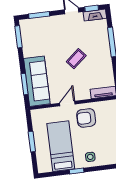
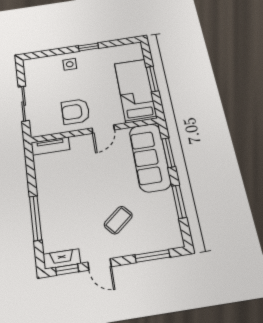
window: (19, 37) -> (179, 202), moved
coffee table: (76, 59) -> (118, 220), moved
armchair: (86, 118) -> (76, 112), turned 180
bed: (61, 146) -> (136, 90), moved, turned 180

